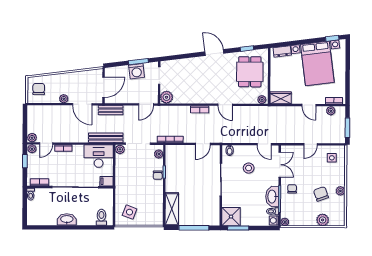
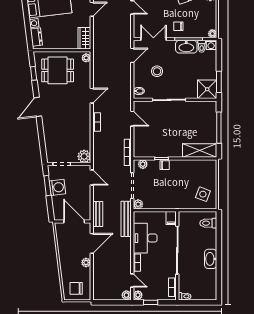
desk: (99, 156) -> (145, 238), moved

